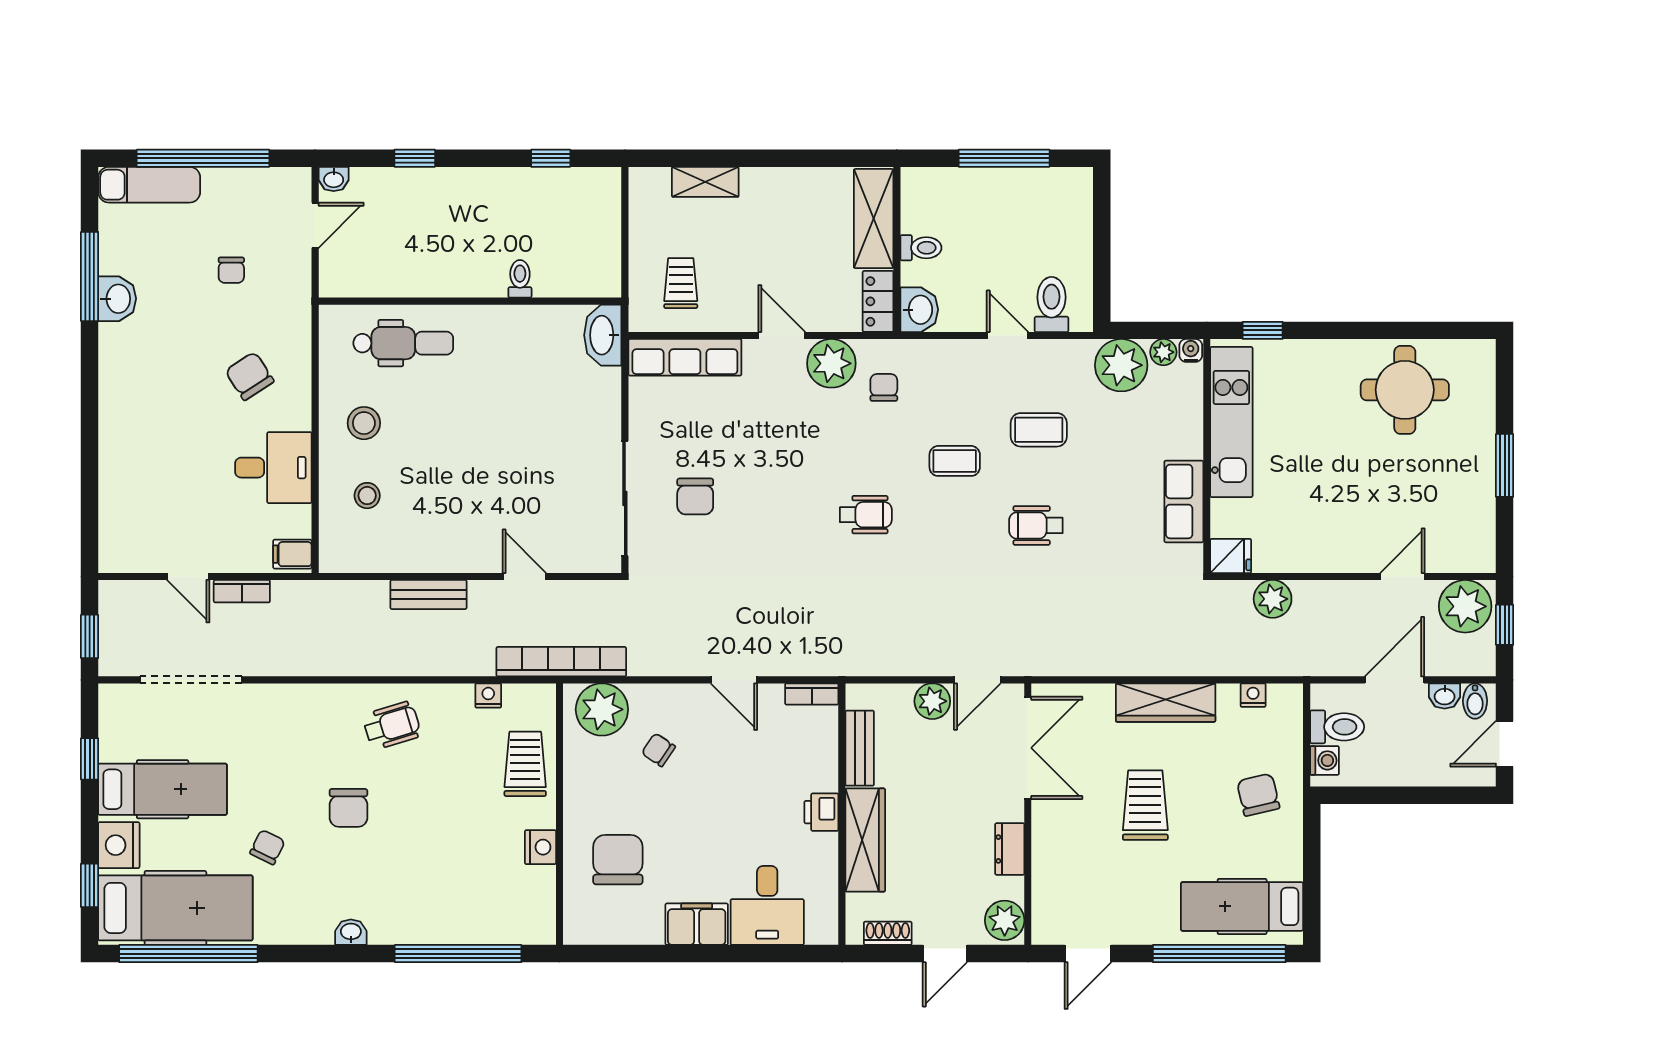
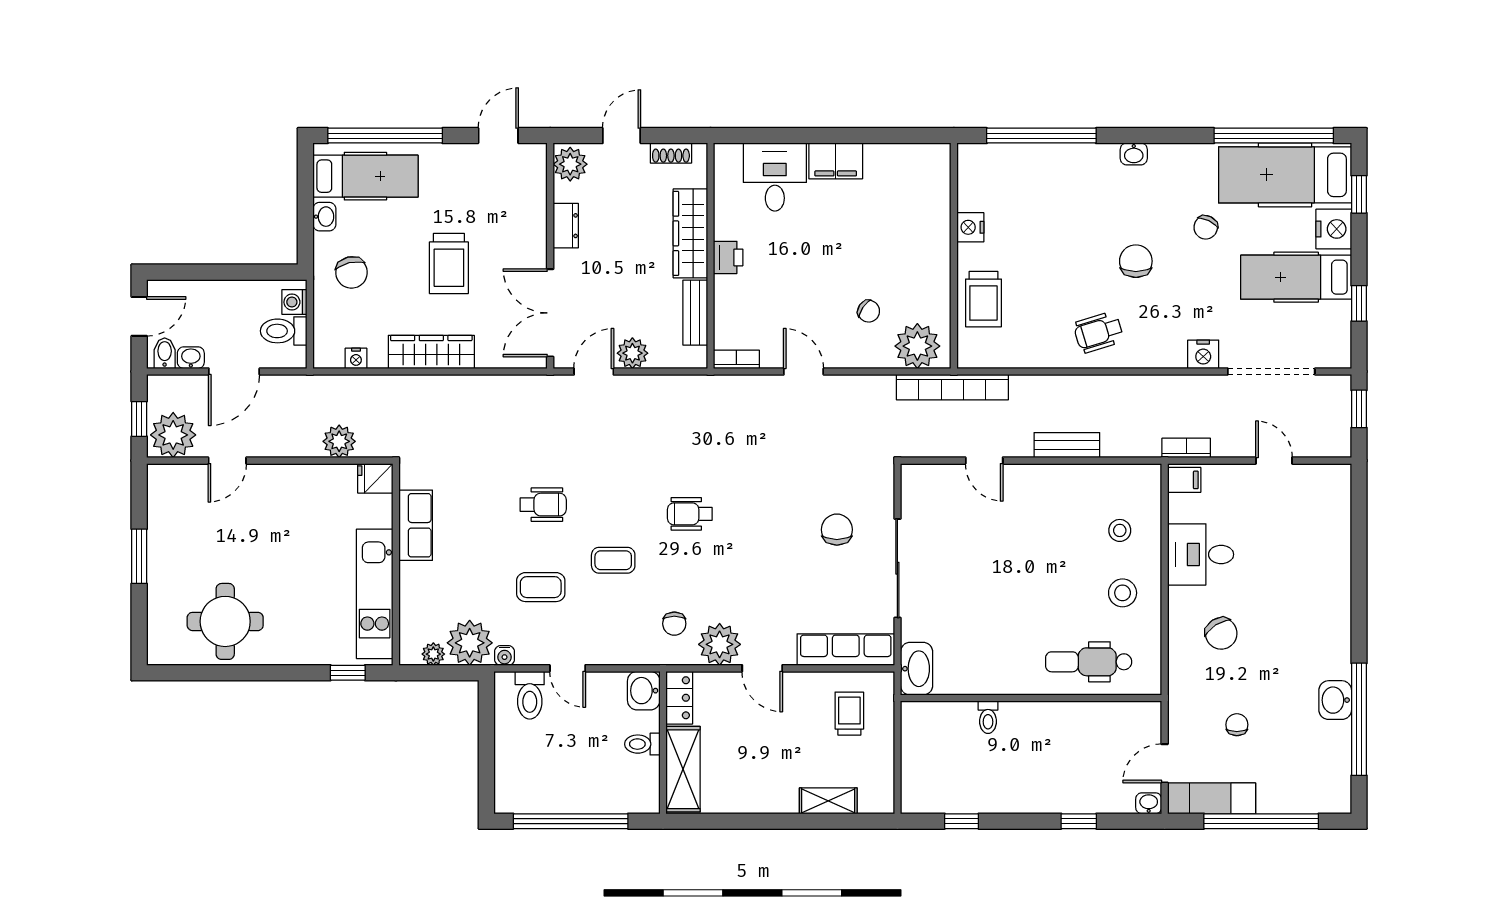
window: (1004, 158) -> (571, 821), width x1.46
exam couch: (149, 185) -> (1212, 798), moved
window: (90, 276) -> (1359, 719), width x1.46
trolley: (681, 283) -> (849, 714), turned 180
water cooler: (1191, 350) -> (504, 656), moved
sliding door: (625, 498) -> (897, 568), moved
bookcase: (242, 591) -> (1186, 448), moved
nightstand: (488, 695) -> (1203, 354), moved, width x1.39, depth x1.35
chair: (618, 860) -> (904, 217), removed
washbasin: (1290, 860) -> (324, 217), added

